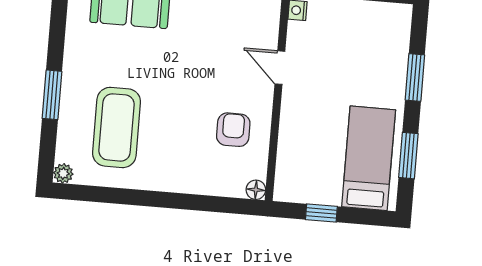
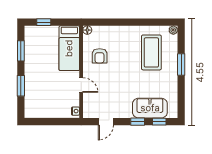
bed: (369, 158) -> (69, 48), moved
window: (321, 213) -> (44, 22), moved

